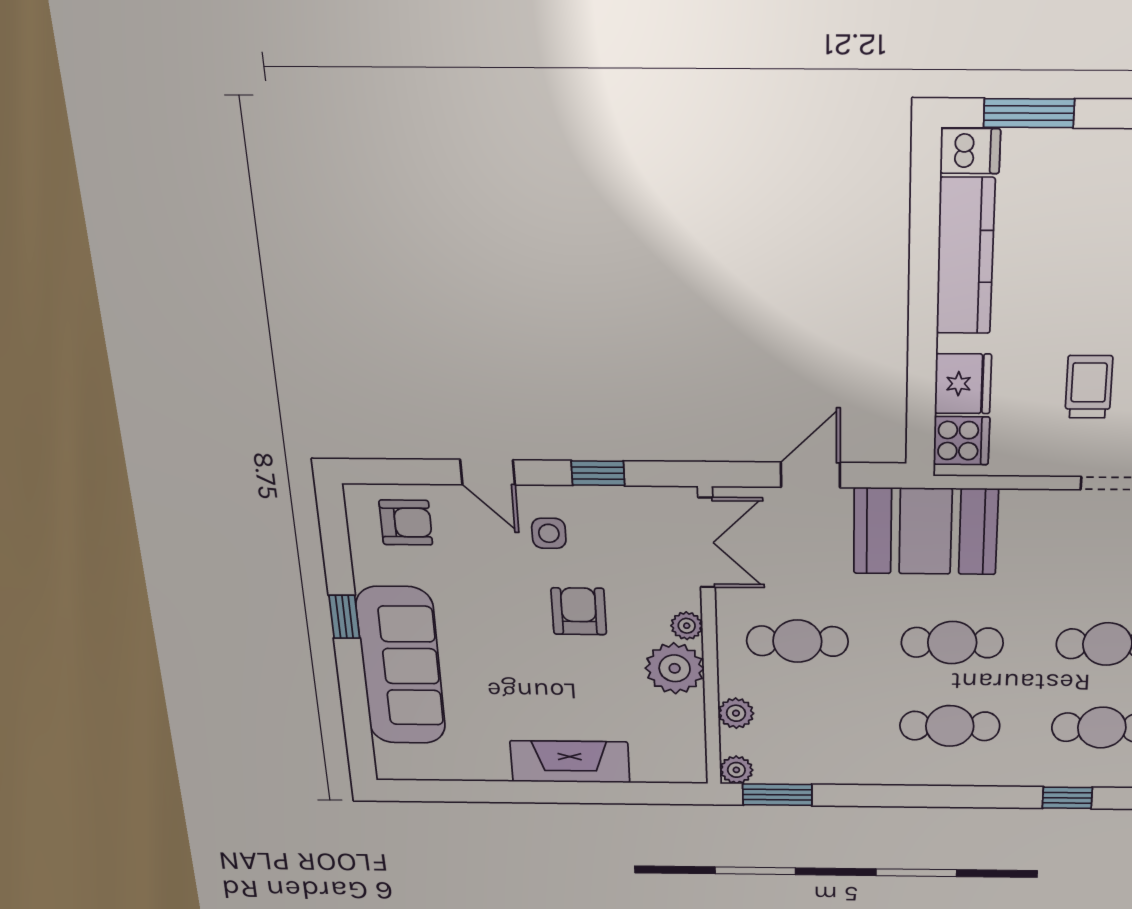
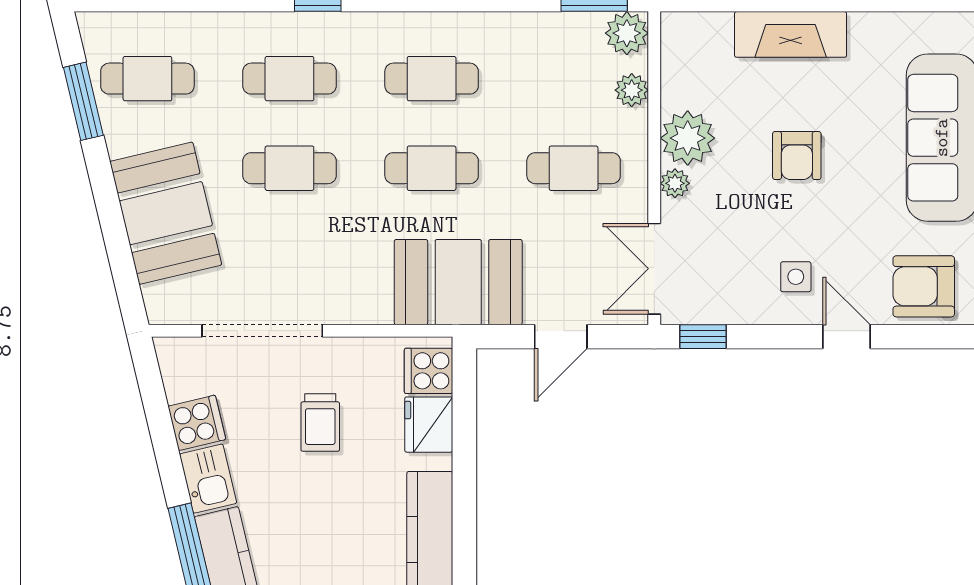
window: (598, 473) -> (703, 337), moved
armchair: (406, 522) -> (924, 286), width x1.38, depth x1.38
armchair: (579, 611) -> (797, 156), moved
plant: (736, 770) -> (627, 33), width x1.38, depth x1.38

